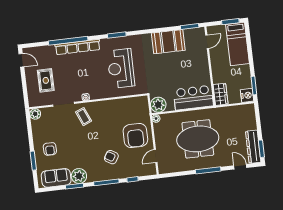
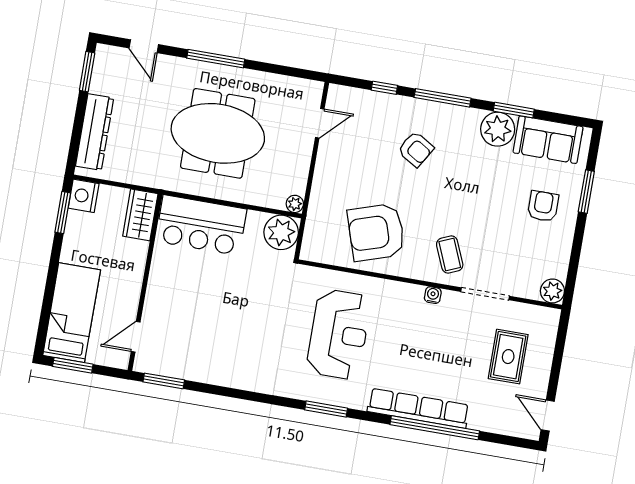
booth: (168, 42) -> (219, 362), removed
armchair: (135, 136) -> (376, 232), moved, turned -108
dresser: (253, 147) -> (95, 132), moved

